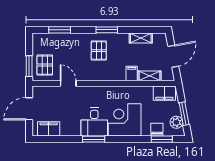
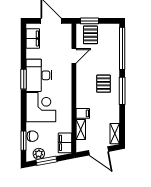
window: (60, 30) -> (122, 48), width x2.11
window: (107, 30) -> (122, 91), width x1.44
shelving: (141, 38) -> (115, 134), moved
pallet: (99, 51) -> (104, 84), turned 90
pallet: (45, 65) -> (90, 35), turned 90
desk: (94, 122) -> (39, 75), width x1.37

